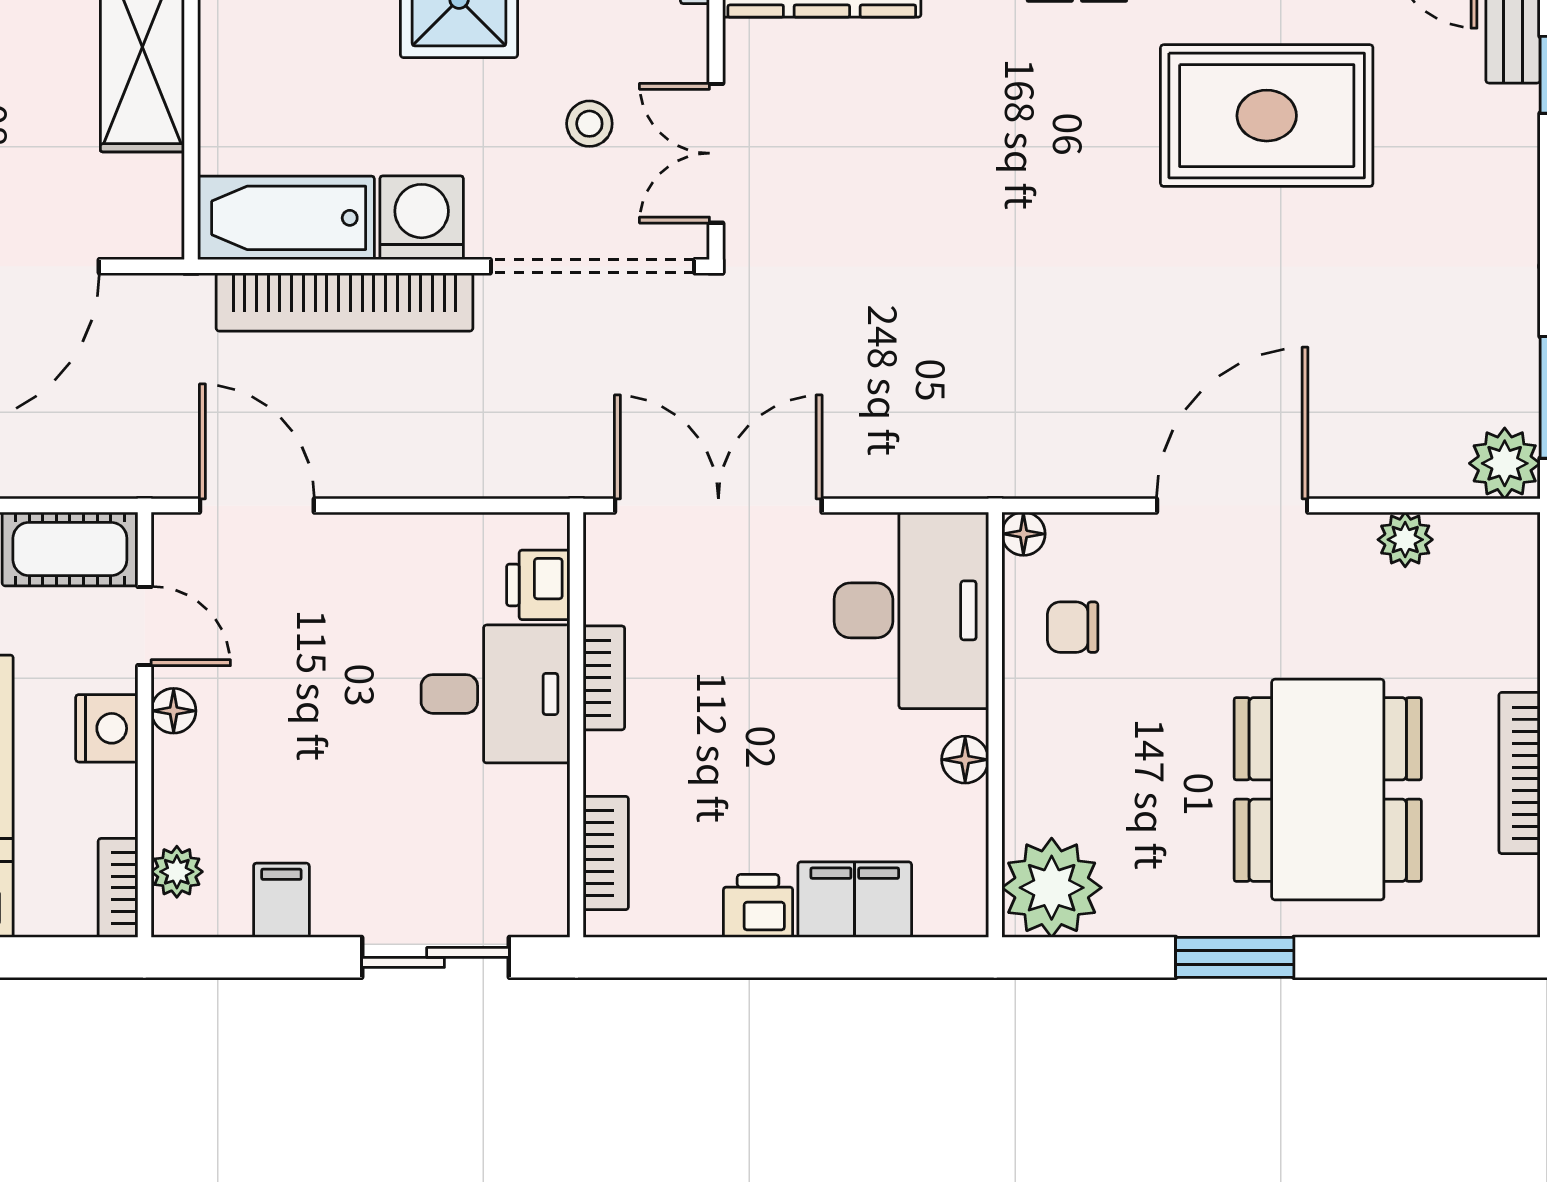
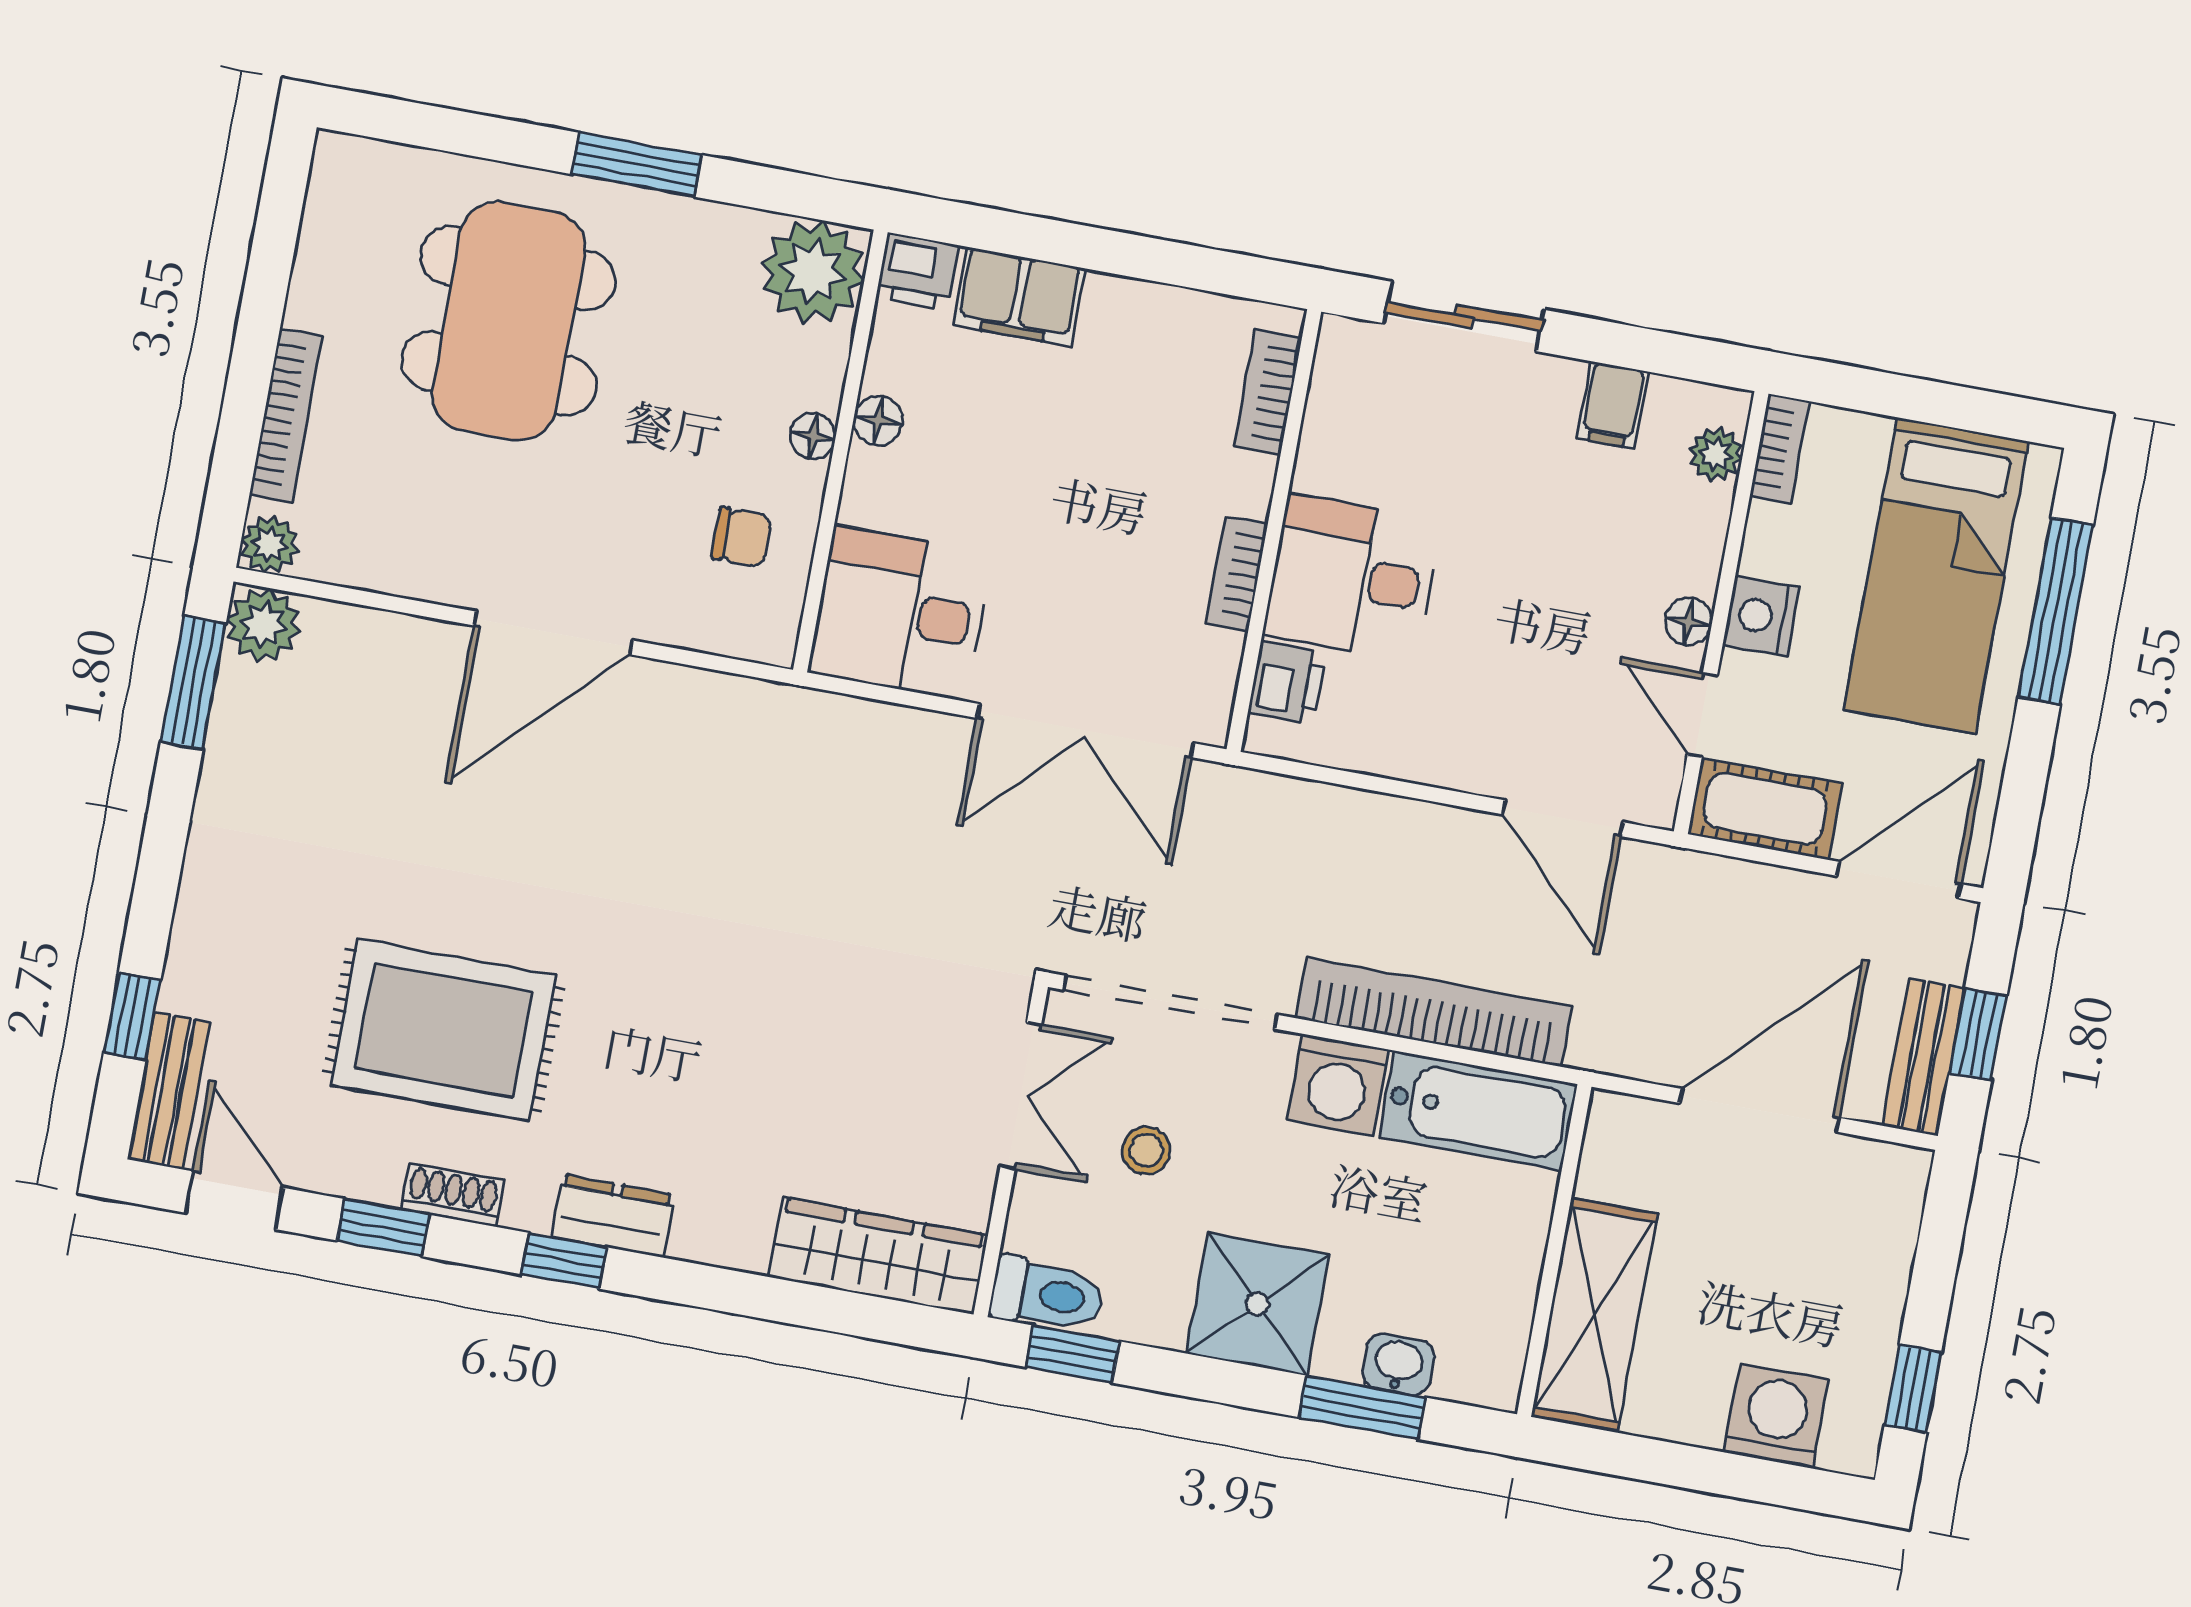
floor lamp: (1023, 534) -> (813, 436), moved
plant: (1405, 540) -> (269, 544), moved
desk: (911, 610) -> (900, 613), width x0.73
bookcase: (1520, 773) -> (286, 415), moved
printer: (758, 906) -> (918, 271), moved

